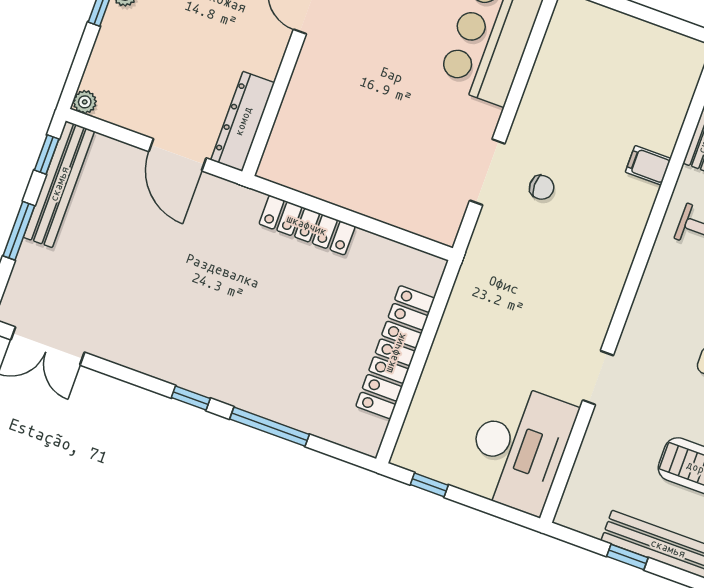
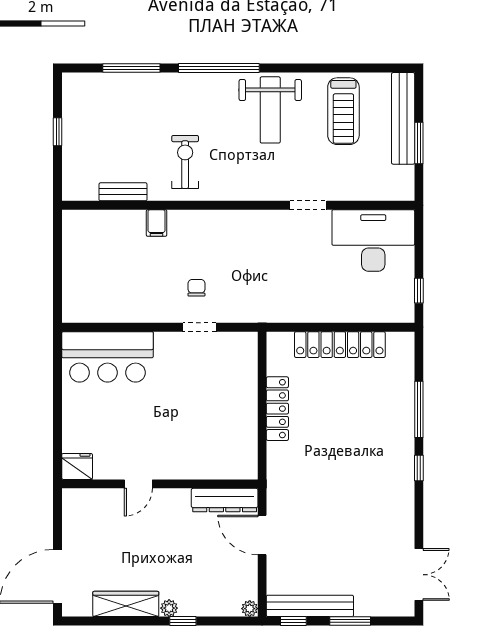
door: (178, 155) -> (262, 535), swing flipped
doorway: (487, 172) -> (199, 327), width x0.73
locker: (307, 225) -> (277, 409), moved
window: (627, 557) -> (419, 143), width x1.50

